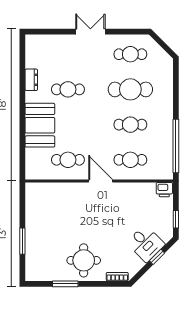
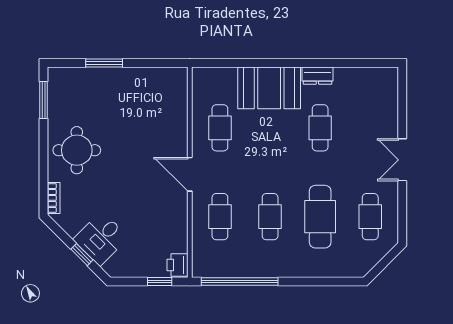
double door: (90, 32) -> (402, 160), swing flipped
dresser: (31, 80) -> (317, 76), moved
door: (101, 181) -> (190, 174), swing flipped
window: (176, 219) -> (160, 281), moved
window: (65, 284) -> (44, 100), moved

